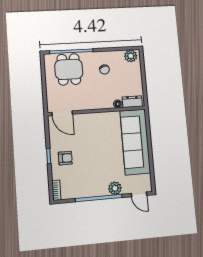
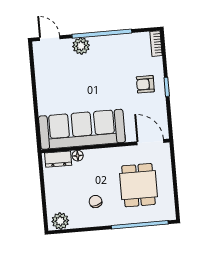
dining table: (69, 69) -> (138, 185), moved
sofa: (135, 142) -> (82, 129), moved, turned -90

